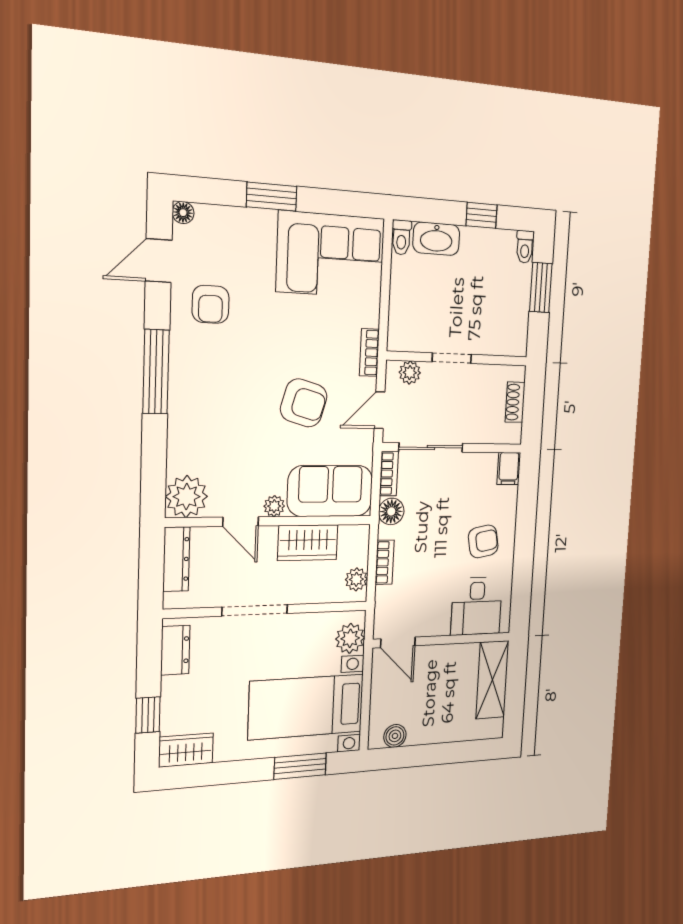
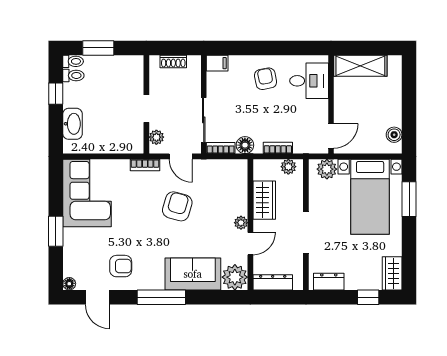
toilet: (401, 237) -> (73, 75), moved
sofa: (330, 491) -> (193, 274), moved, turned 90

